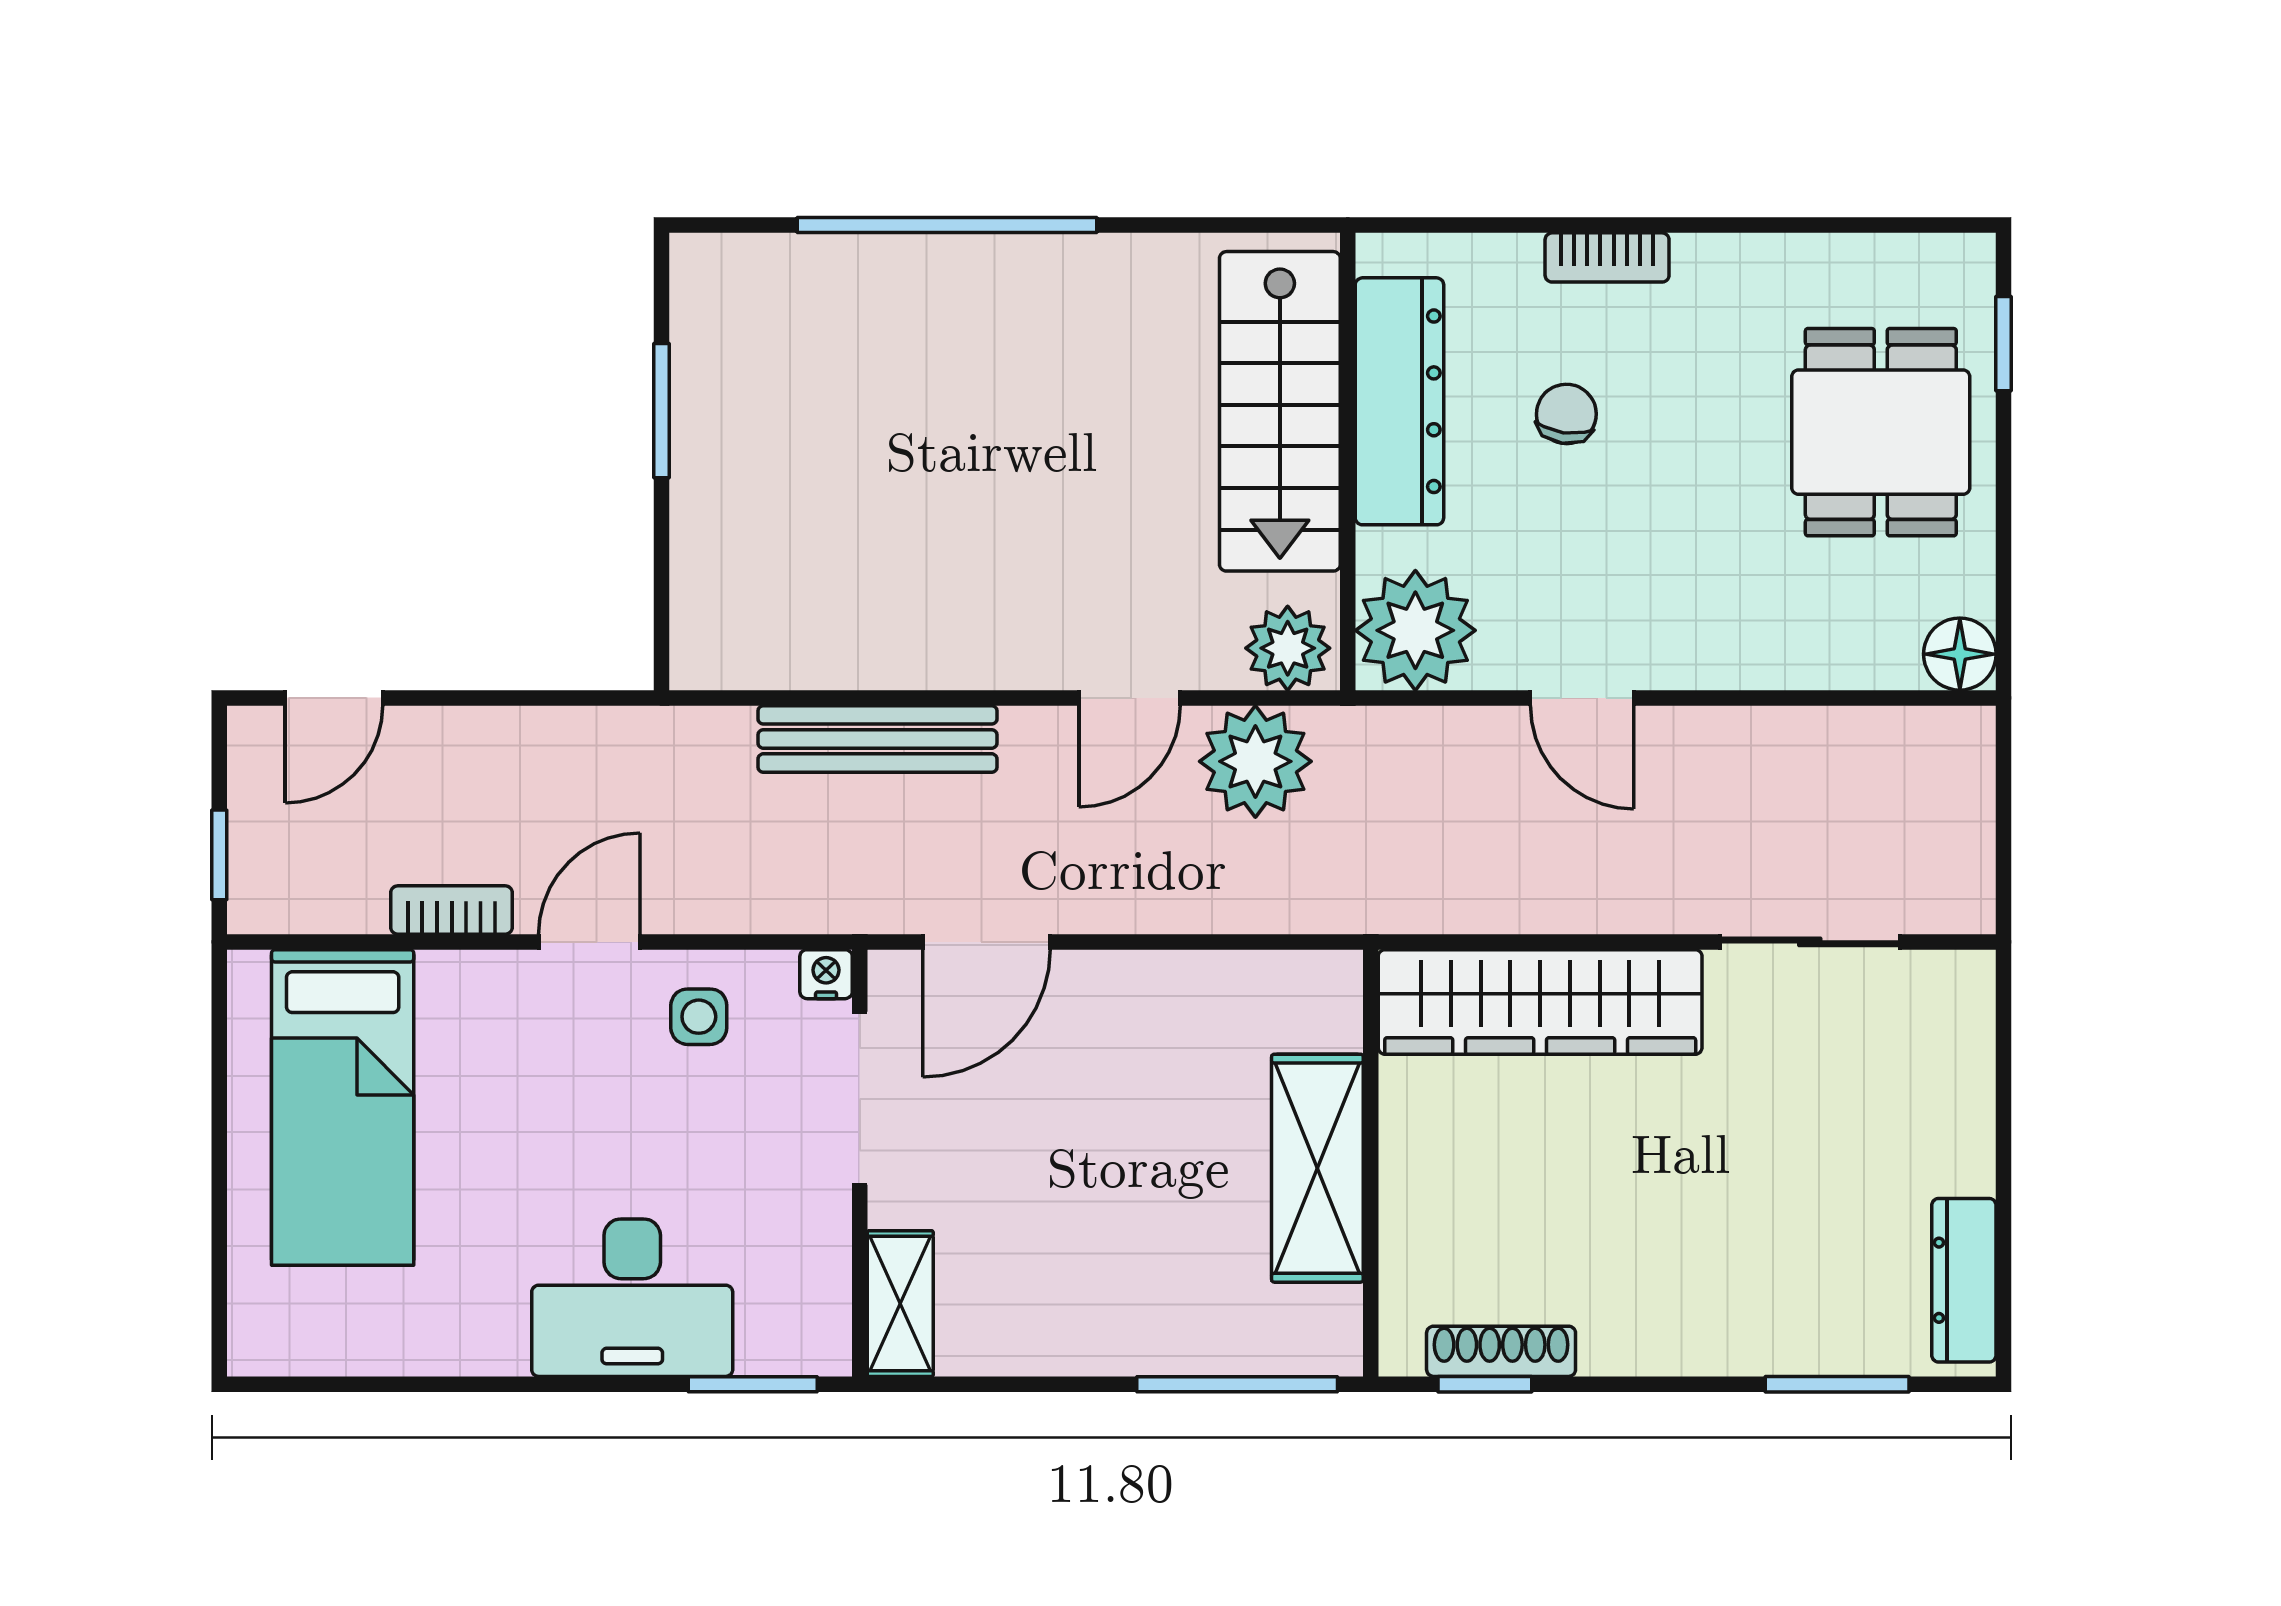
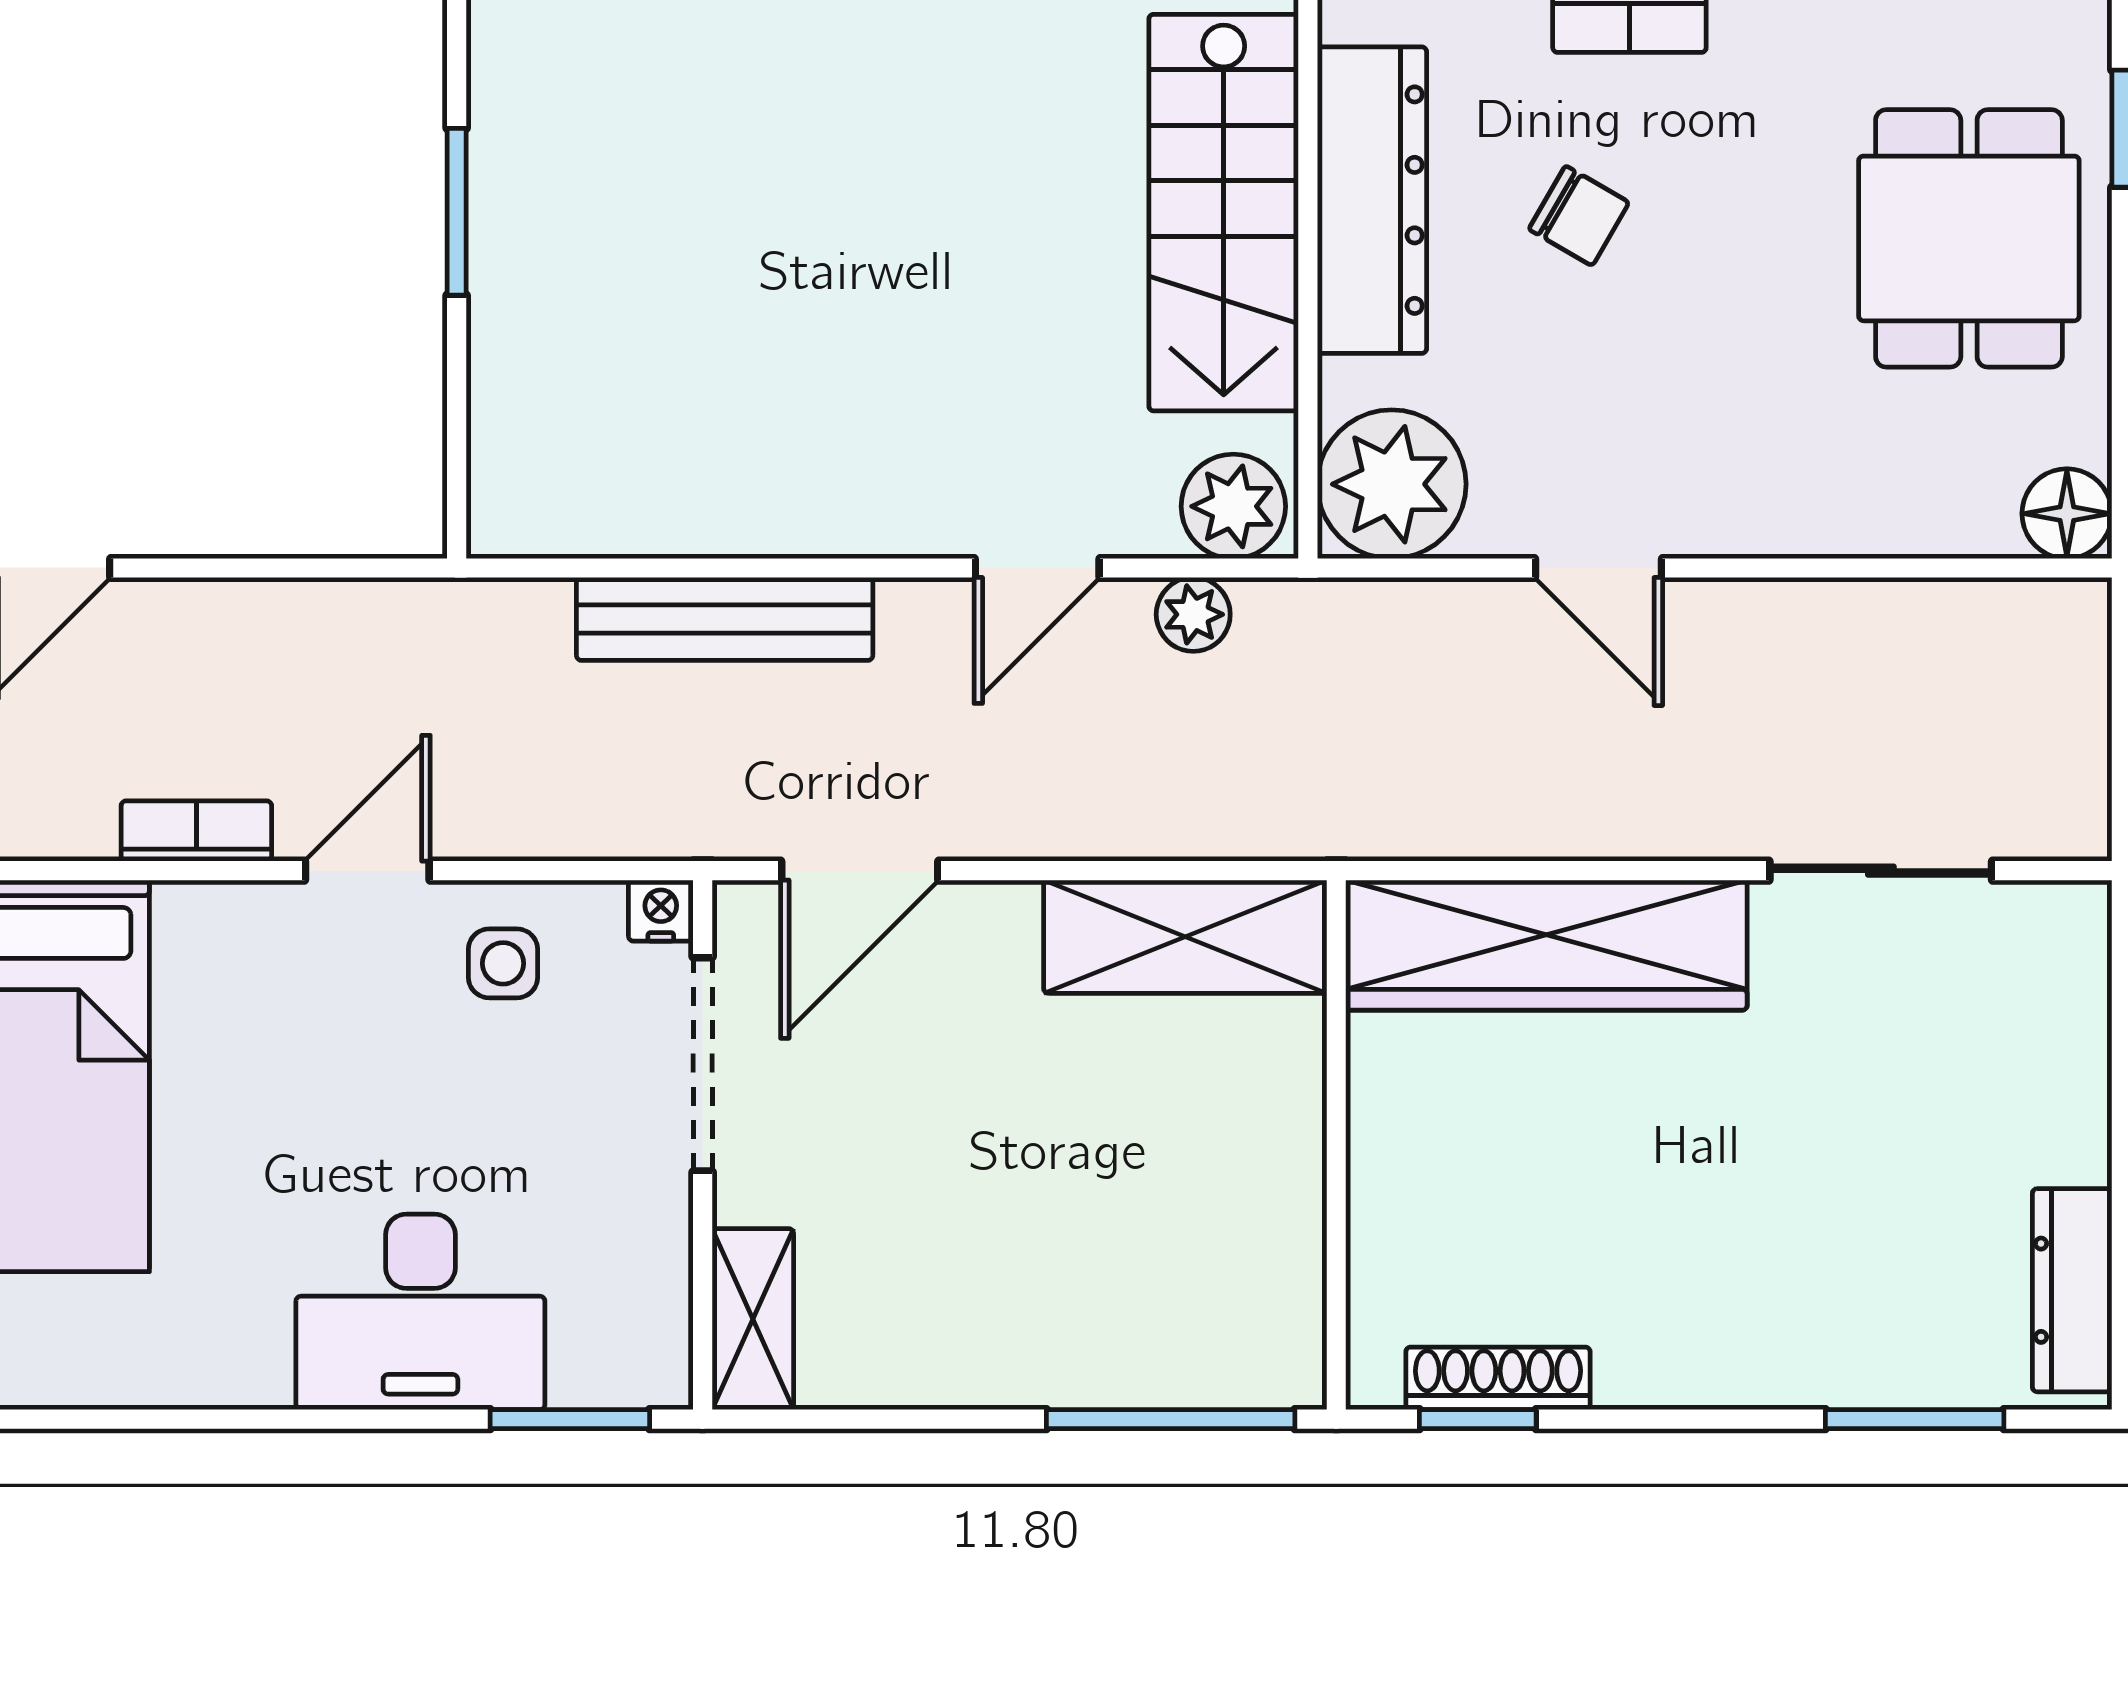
chair: (1566, 414) -> (1579, 216), turned 112
plant: (1255, 761) -> (1193, 614), width x0.53, depth x0.53
shelving: (1317, 1168) -> (1185, 937), moved, turned 90

